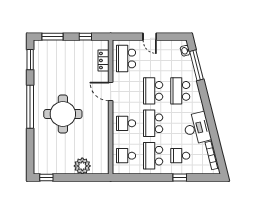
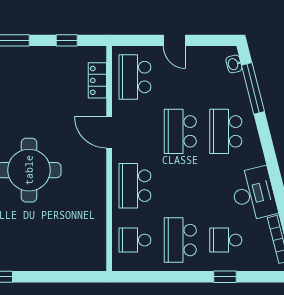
school desk: (126, 123) -> (135, 186), width x1.85
school desk: (153, 123) -> (180, 186), removed
plant: (82, 166) -> (61, 257), removed

